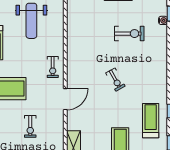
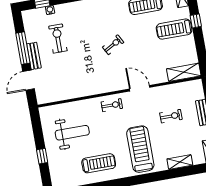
exercise bike: (129, 34) -> (58, 38), moved

